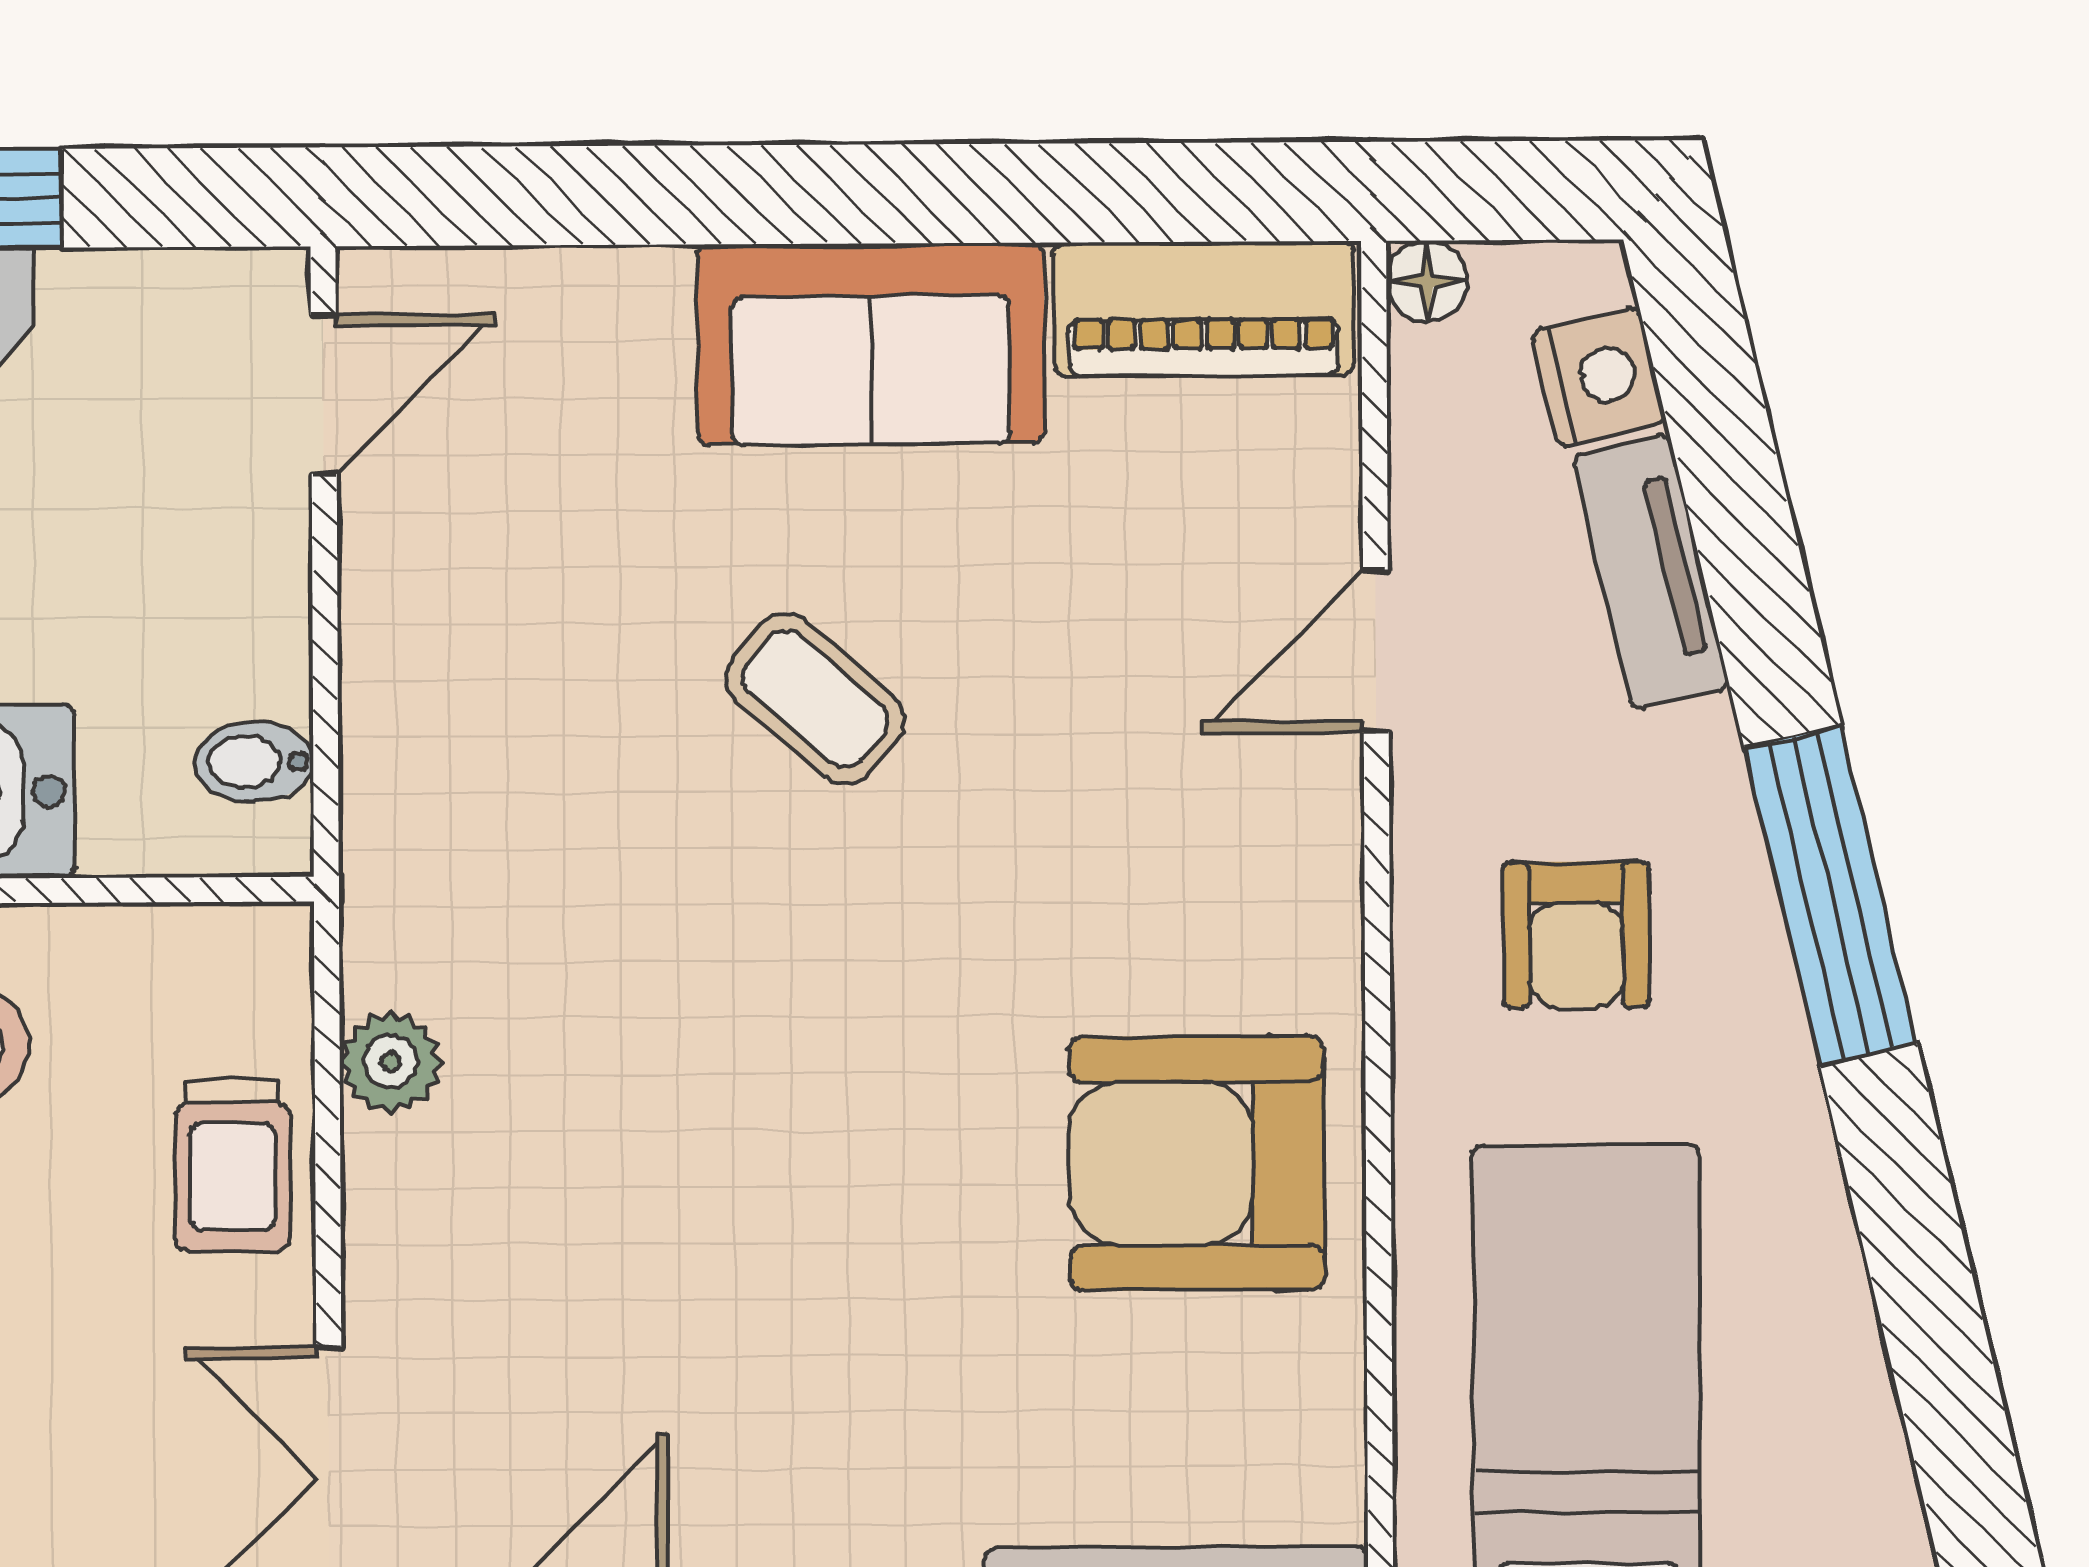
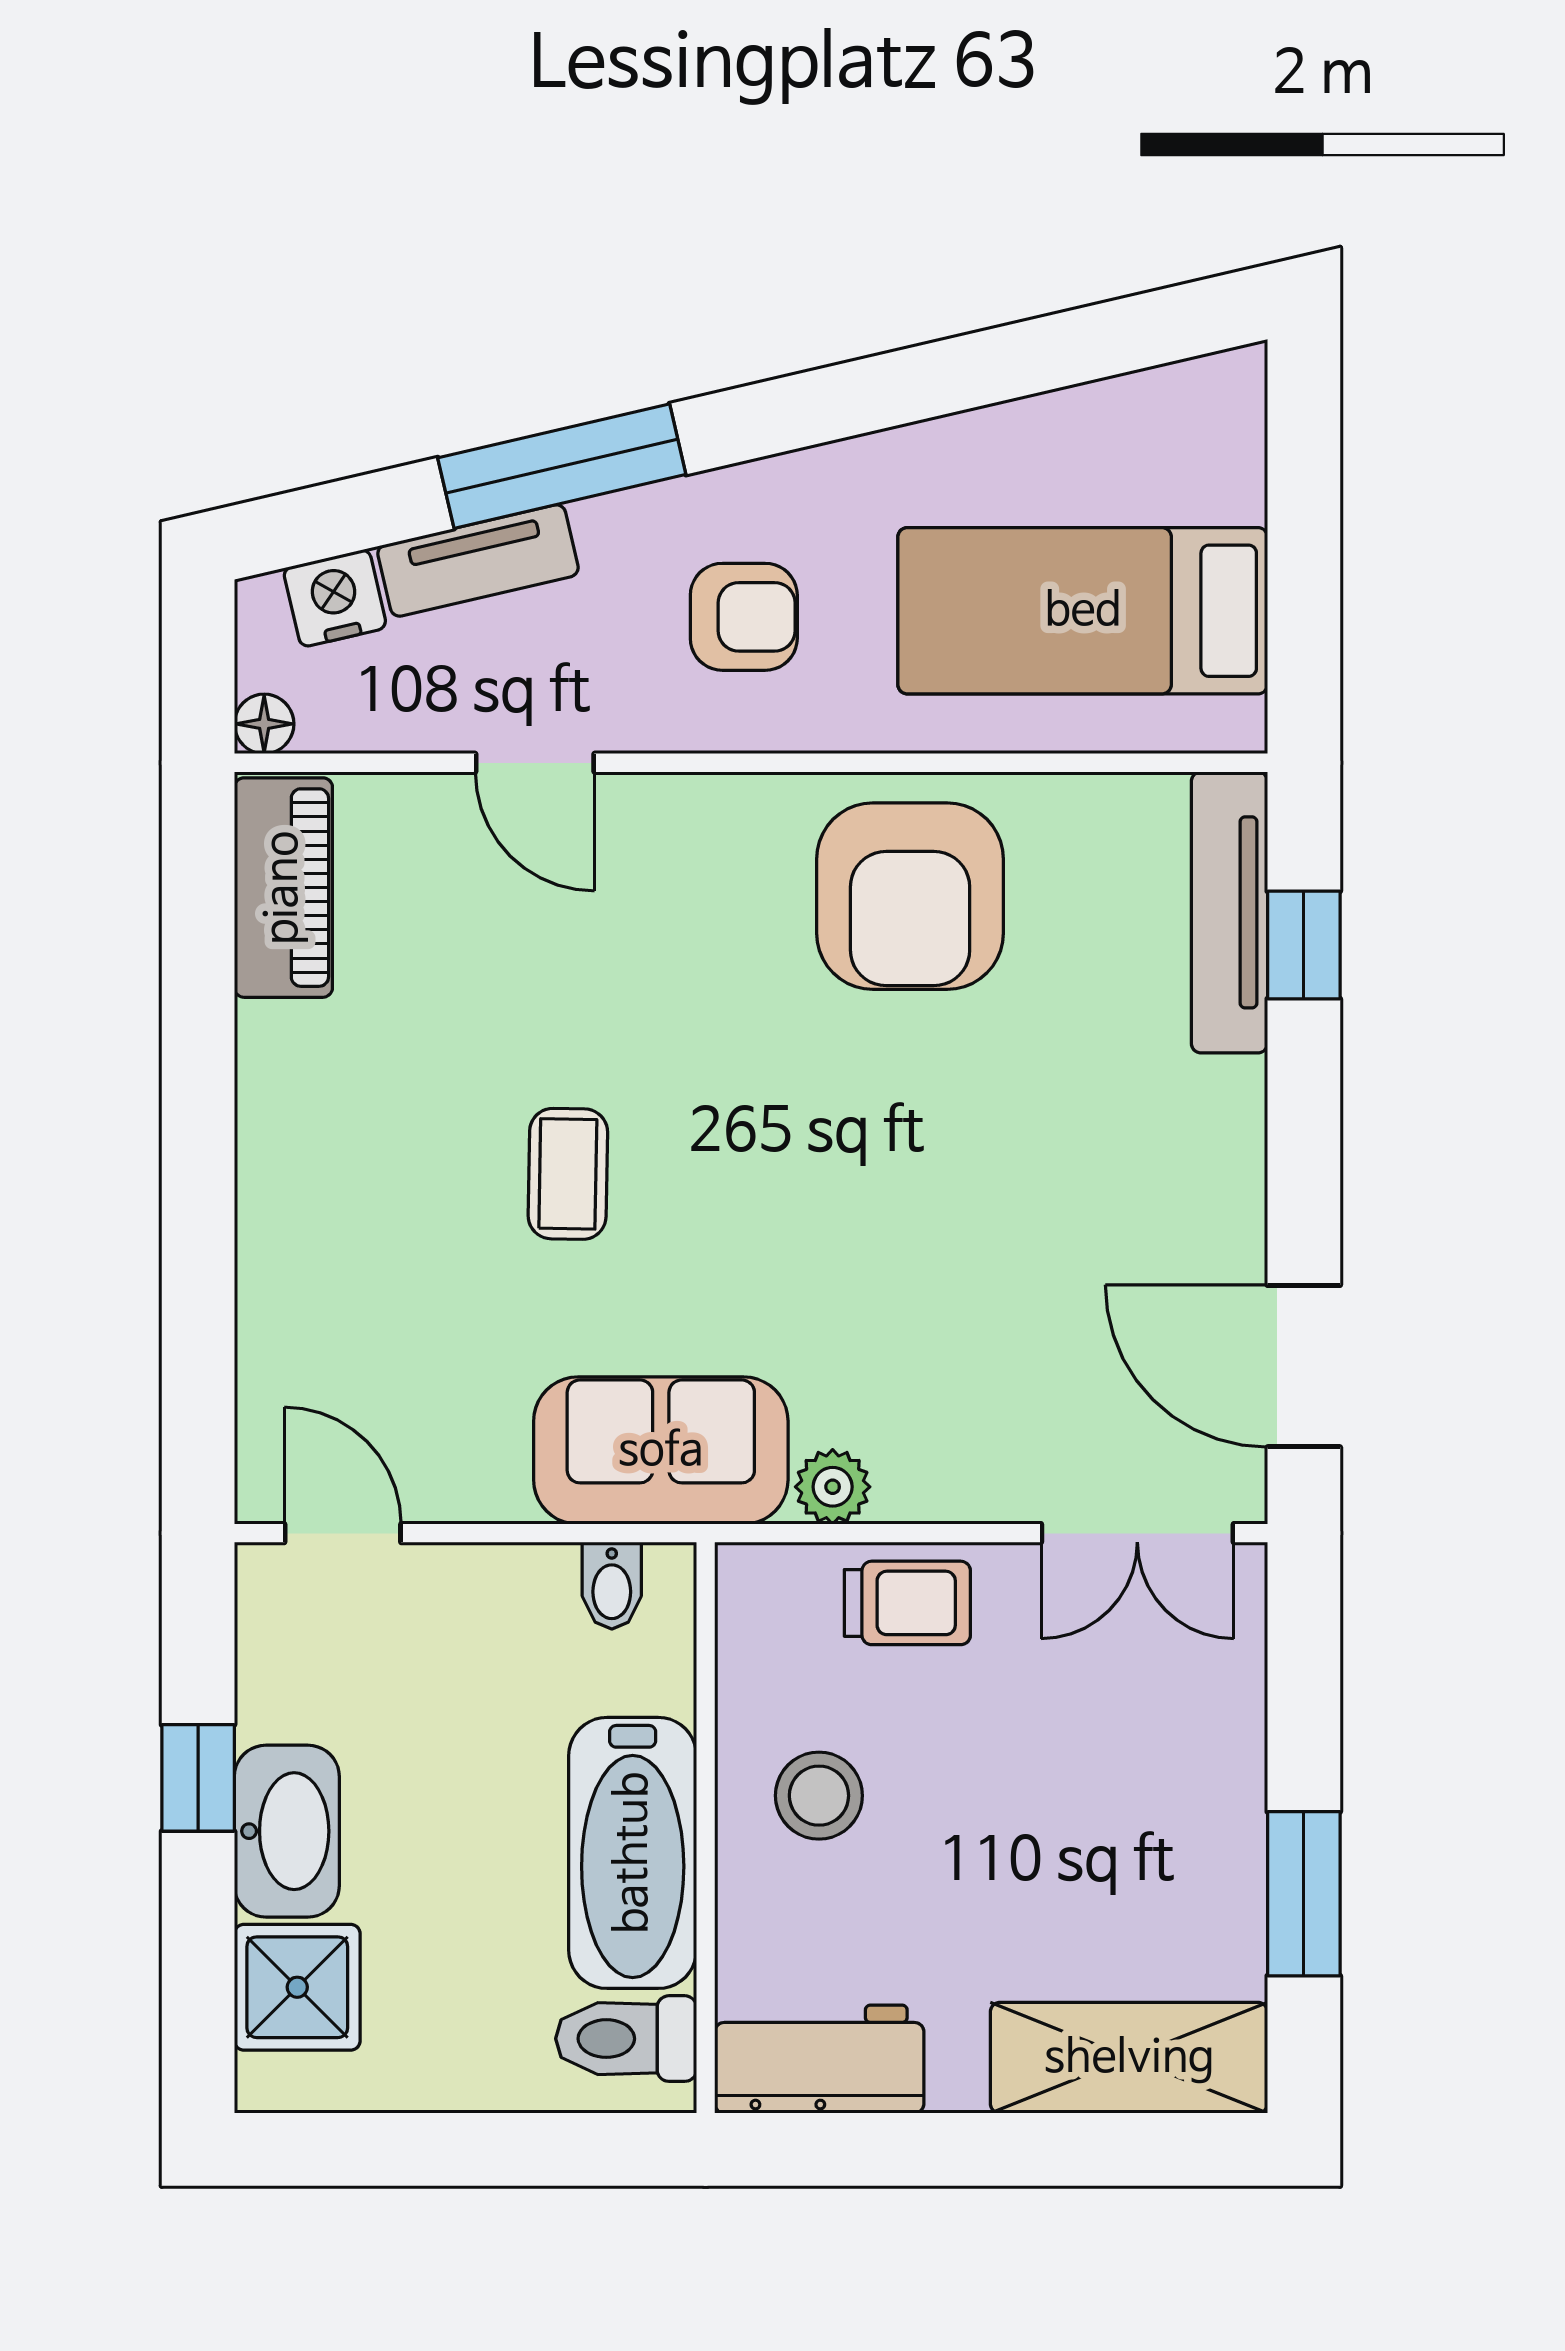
sofa: (871, 344) -> (661, 1451), moved, turned -90
coffee table: (815, 699) -> (568, 1174), turned -40
window: (1831, 895) -> (562, 466), moved

